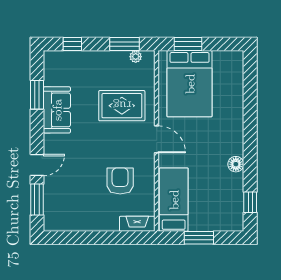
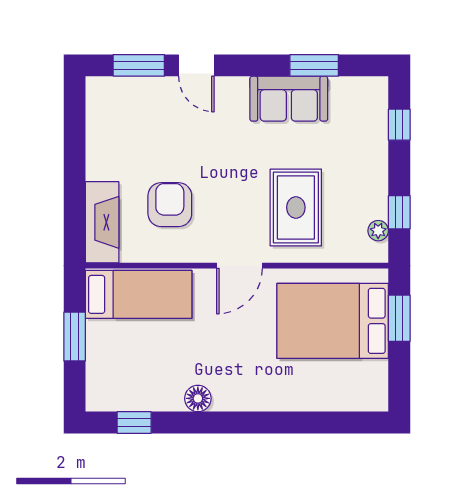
window: (125, 44) -> (399, 212), width x0.67
armchair: (120, 181) -> (170, 205), turned -90
fireplace: (137, 224) -> (102, 222), width x1.37, depth x1.32

